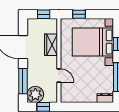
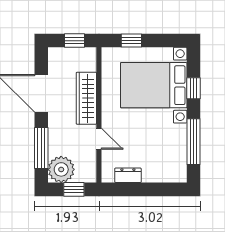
wardrobe: (51, 45) -> (86, 98), width x1.50
dresser: (105, 98) -> (128, 175), moved

